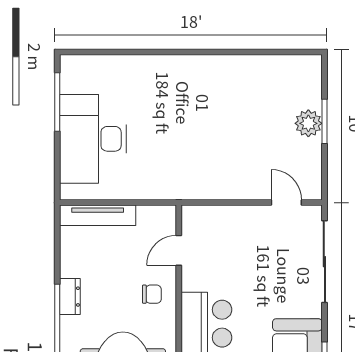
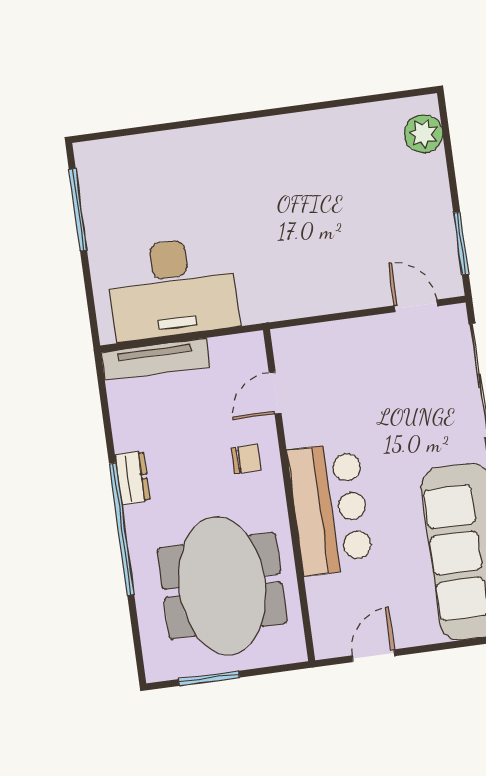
window: (324, 121) -> (461, 243), moved
plant: (308, 123) -> (423, 134), moved
desk: (93, 139) -> (172, 288), moved, turned -90

